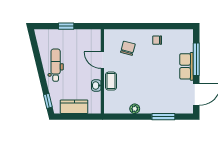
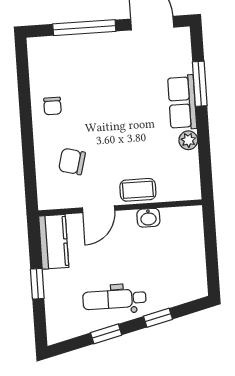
window: (38, 60) -> (106, 334), added
row of seats: (187, 66) -> (182, 102), moved, turned 90
window: (48, 101) -> (158, 318), moved
kitchen counter: (74, 107) -> (54, 242), moved, turned 180

